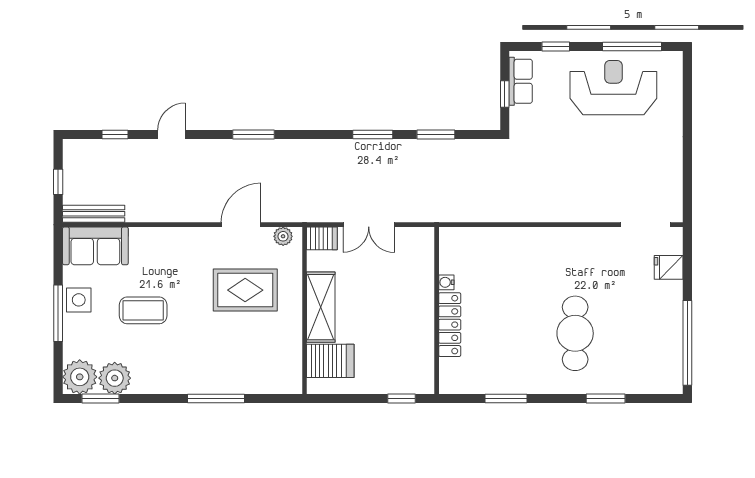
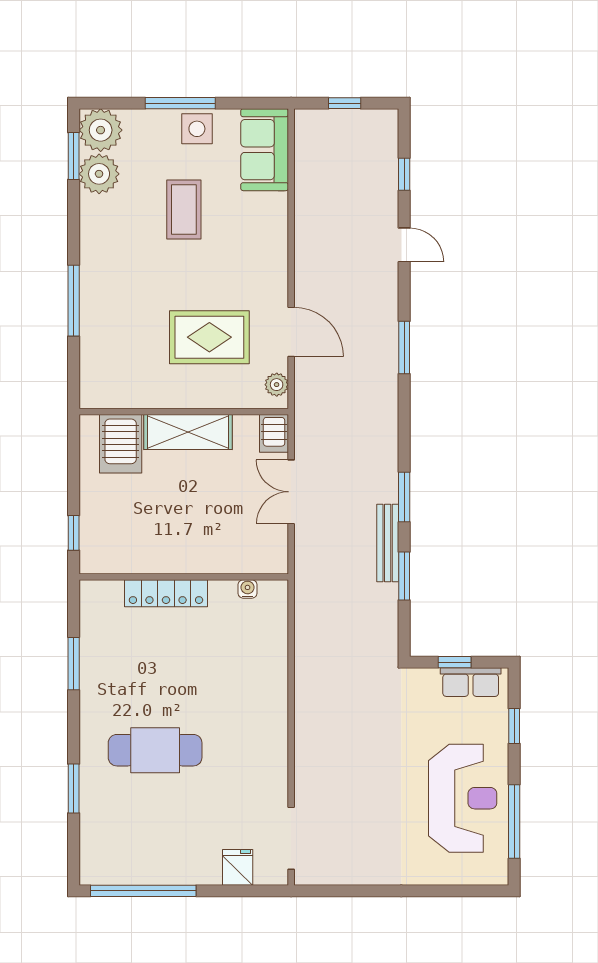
bench: (94, 214) -> (388, 543), moved
water cooler: (446, 282) -> (248, 589), moved
rug: (245, 290) -> (209, 337), turned 90

